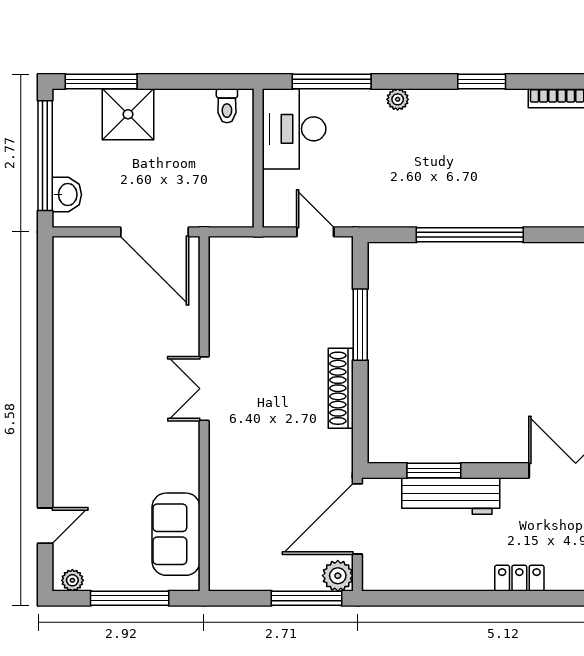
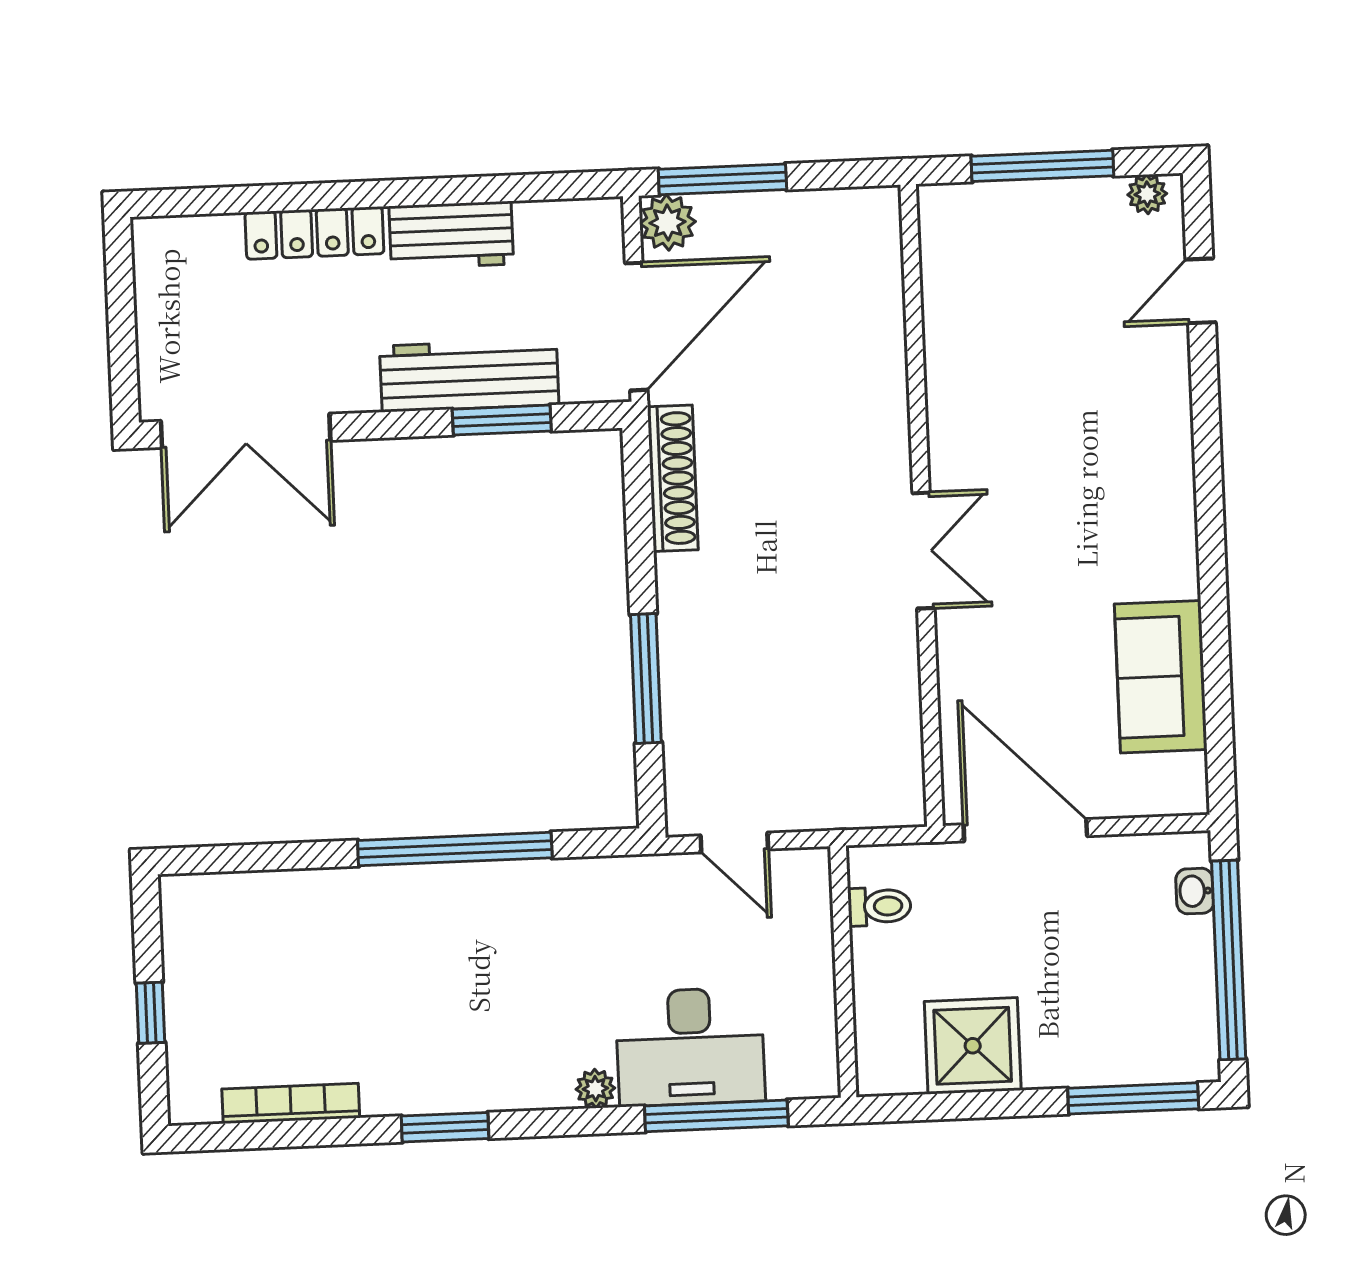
toilet: (227, 106) -> (879, 906), moved, turned 90
shower: (128, 114) -> (973, 1046), moved
desk: (294, 129) -> (690, 1047), moved, turned 90
washbasin: (67, 194) -> (1195, 891), width x0.72, depth x0.69
shoe rack: (341, 388) -> (673, 478), moved
sofa: (176, 534) -> (1161, 677), moved, turned 180
workbench: (457, 574) -> (451, 235), added
locker: (519, 578) -> (314, 233), width x1.53

